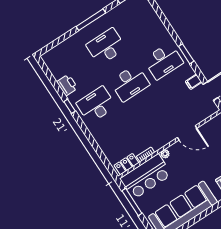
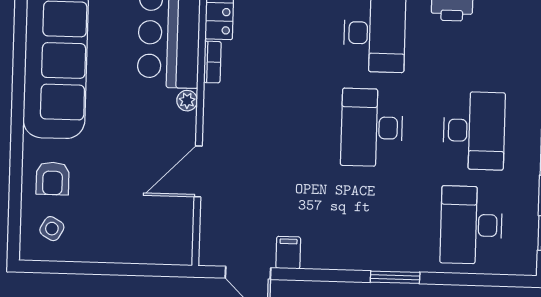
window: (186, 54) -> (395, 277), moved
desk: (163, 61) -> (471, 225), moved

